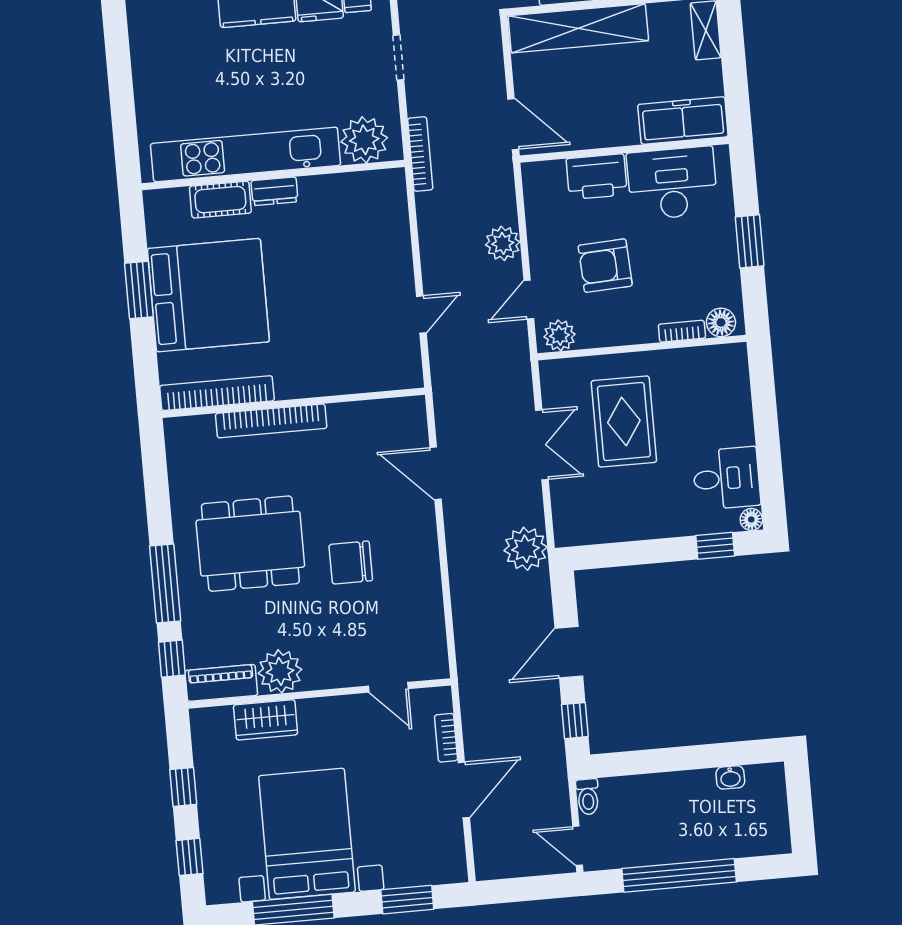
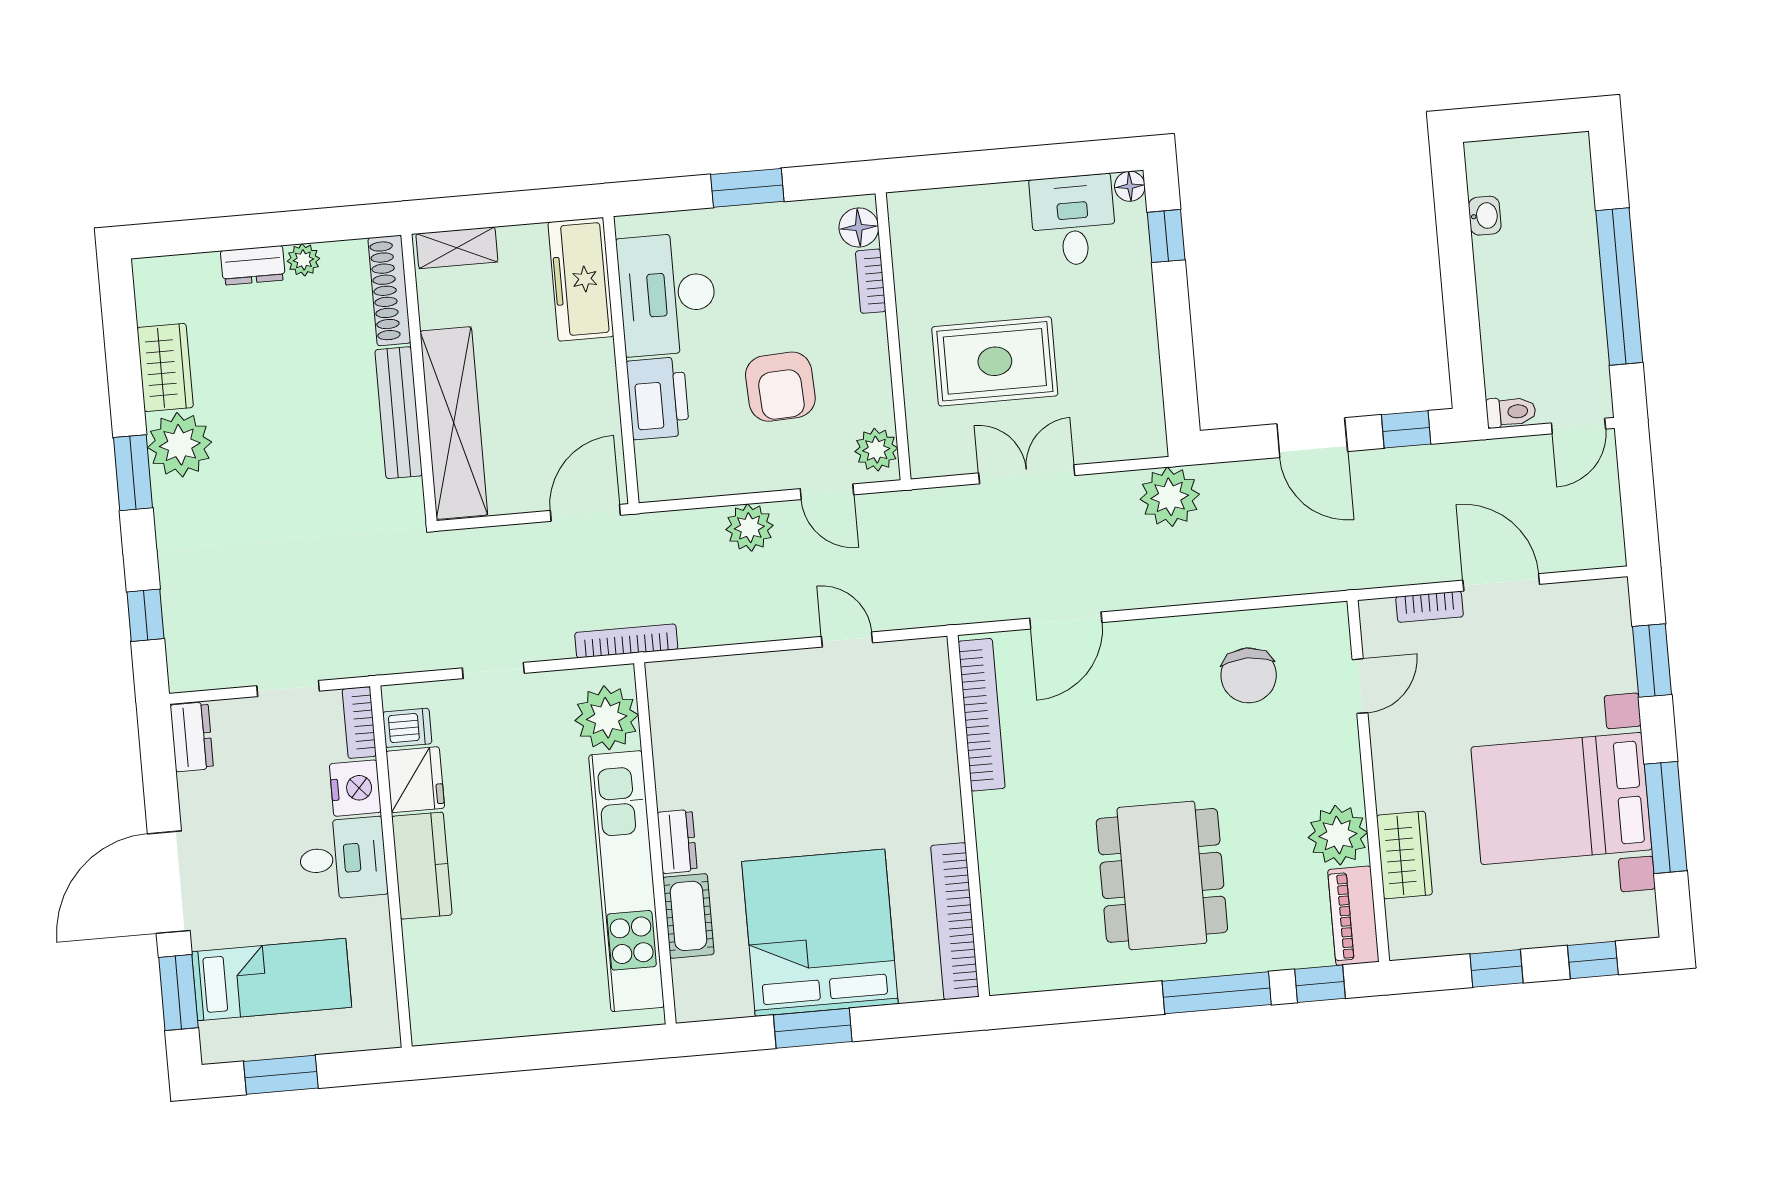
bookcase: (271, 421) -> (982, 715), moved
chair: (351, 563) -> (1249, 675), moved

